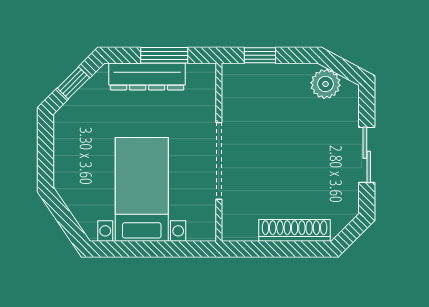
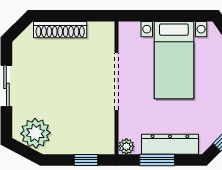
plant: (206, 74) -> (126, 146), added
plant: (325, 84) -> (35, 133), width x1.36, depth x1.36

